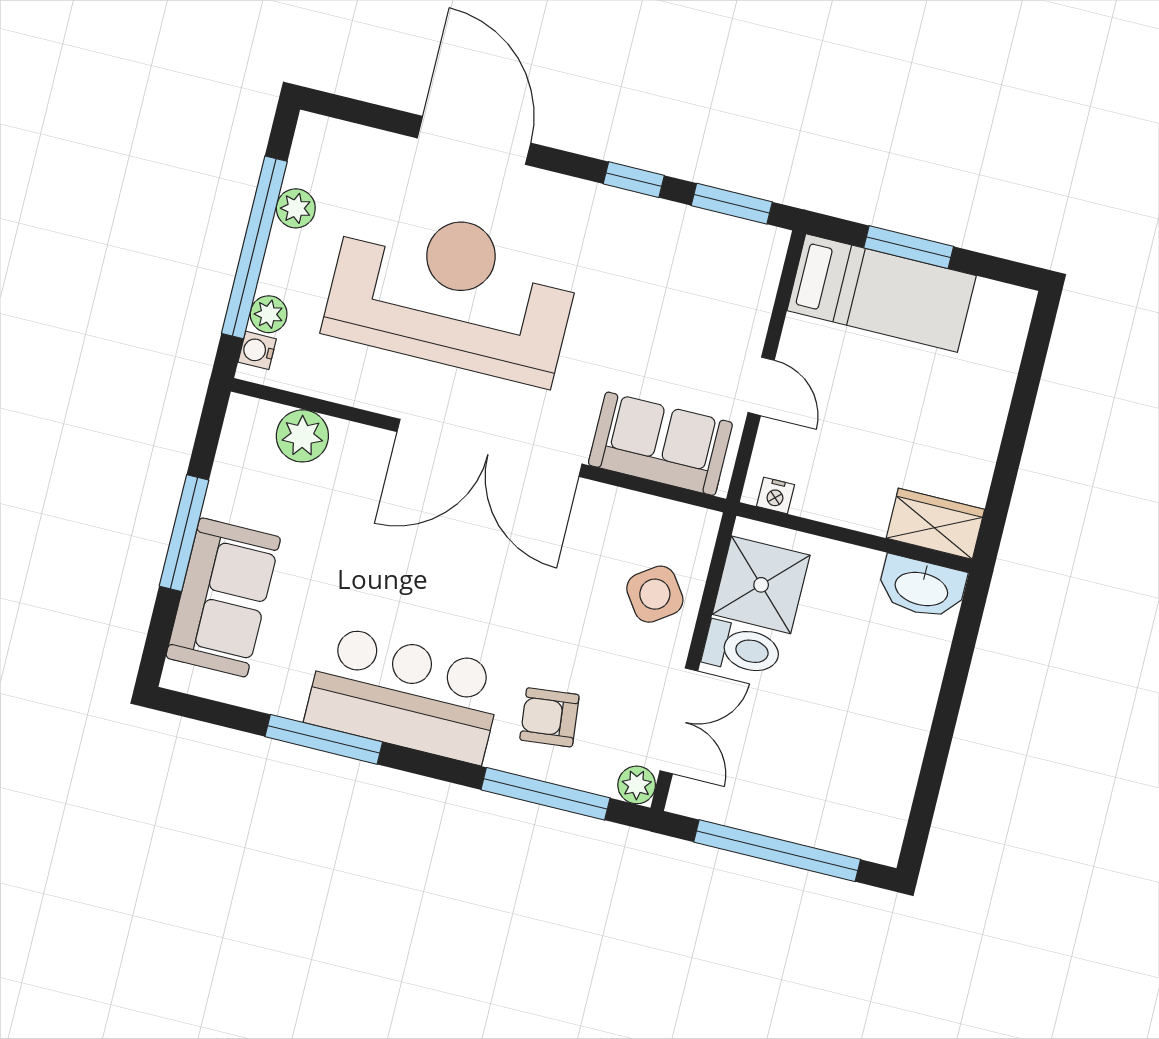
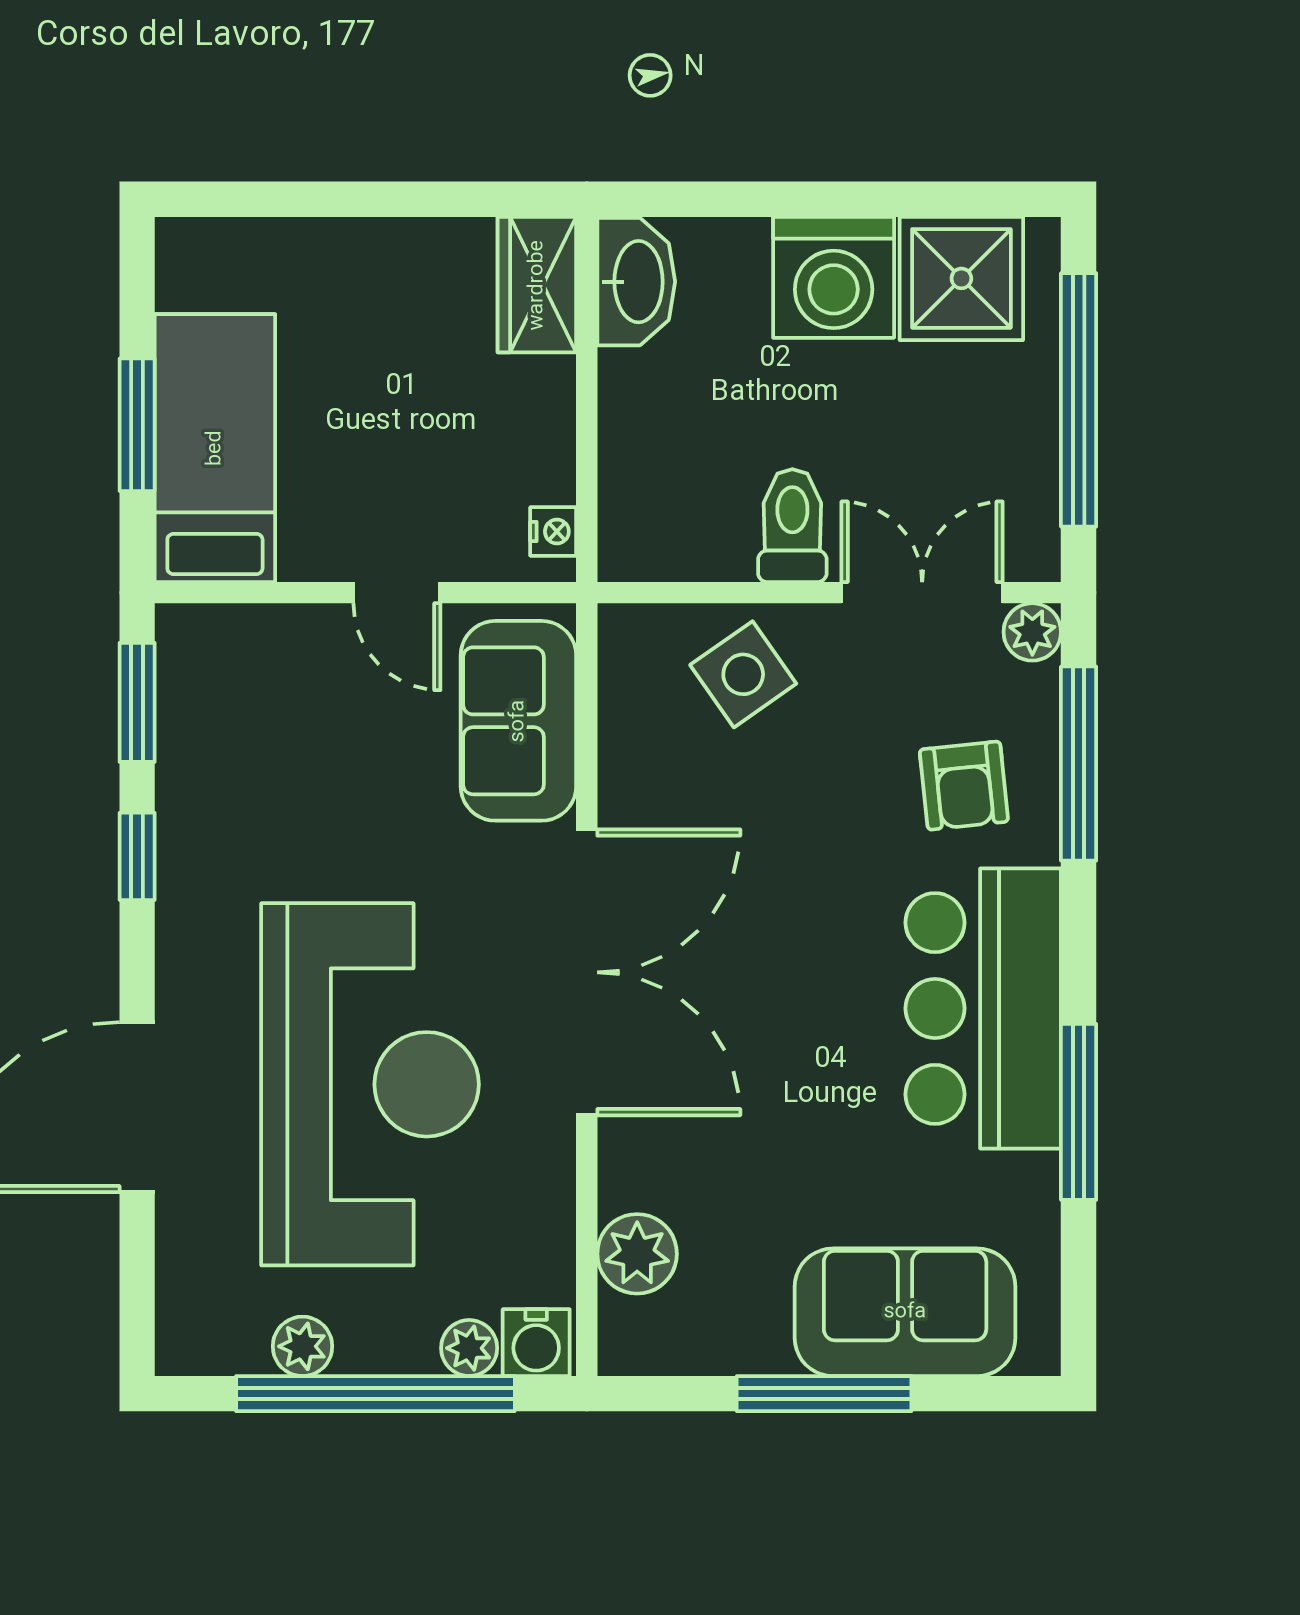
reception desk: (452, 292) -> (370, 1084), turned 180
water cooler: (257, 350) -> (536, 1343), width x1.38, depth x1.38
door: (761, 386) -> (397, 593), swing flipped
shower: (761, 585) -> (961, 278), moved
washing machine: (894, 714) -> (834, 277), added

